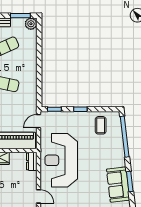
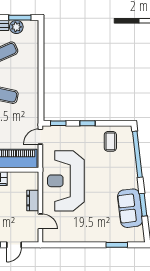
plant: (31, 24) -> (16, 27), moved
dresser: (32, 161) -> (33, 201), moved

